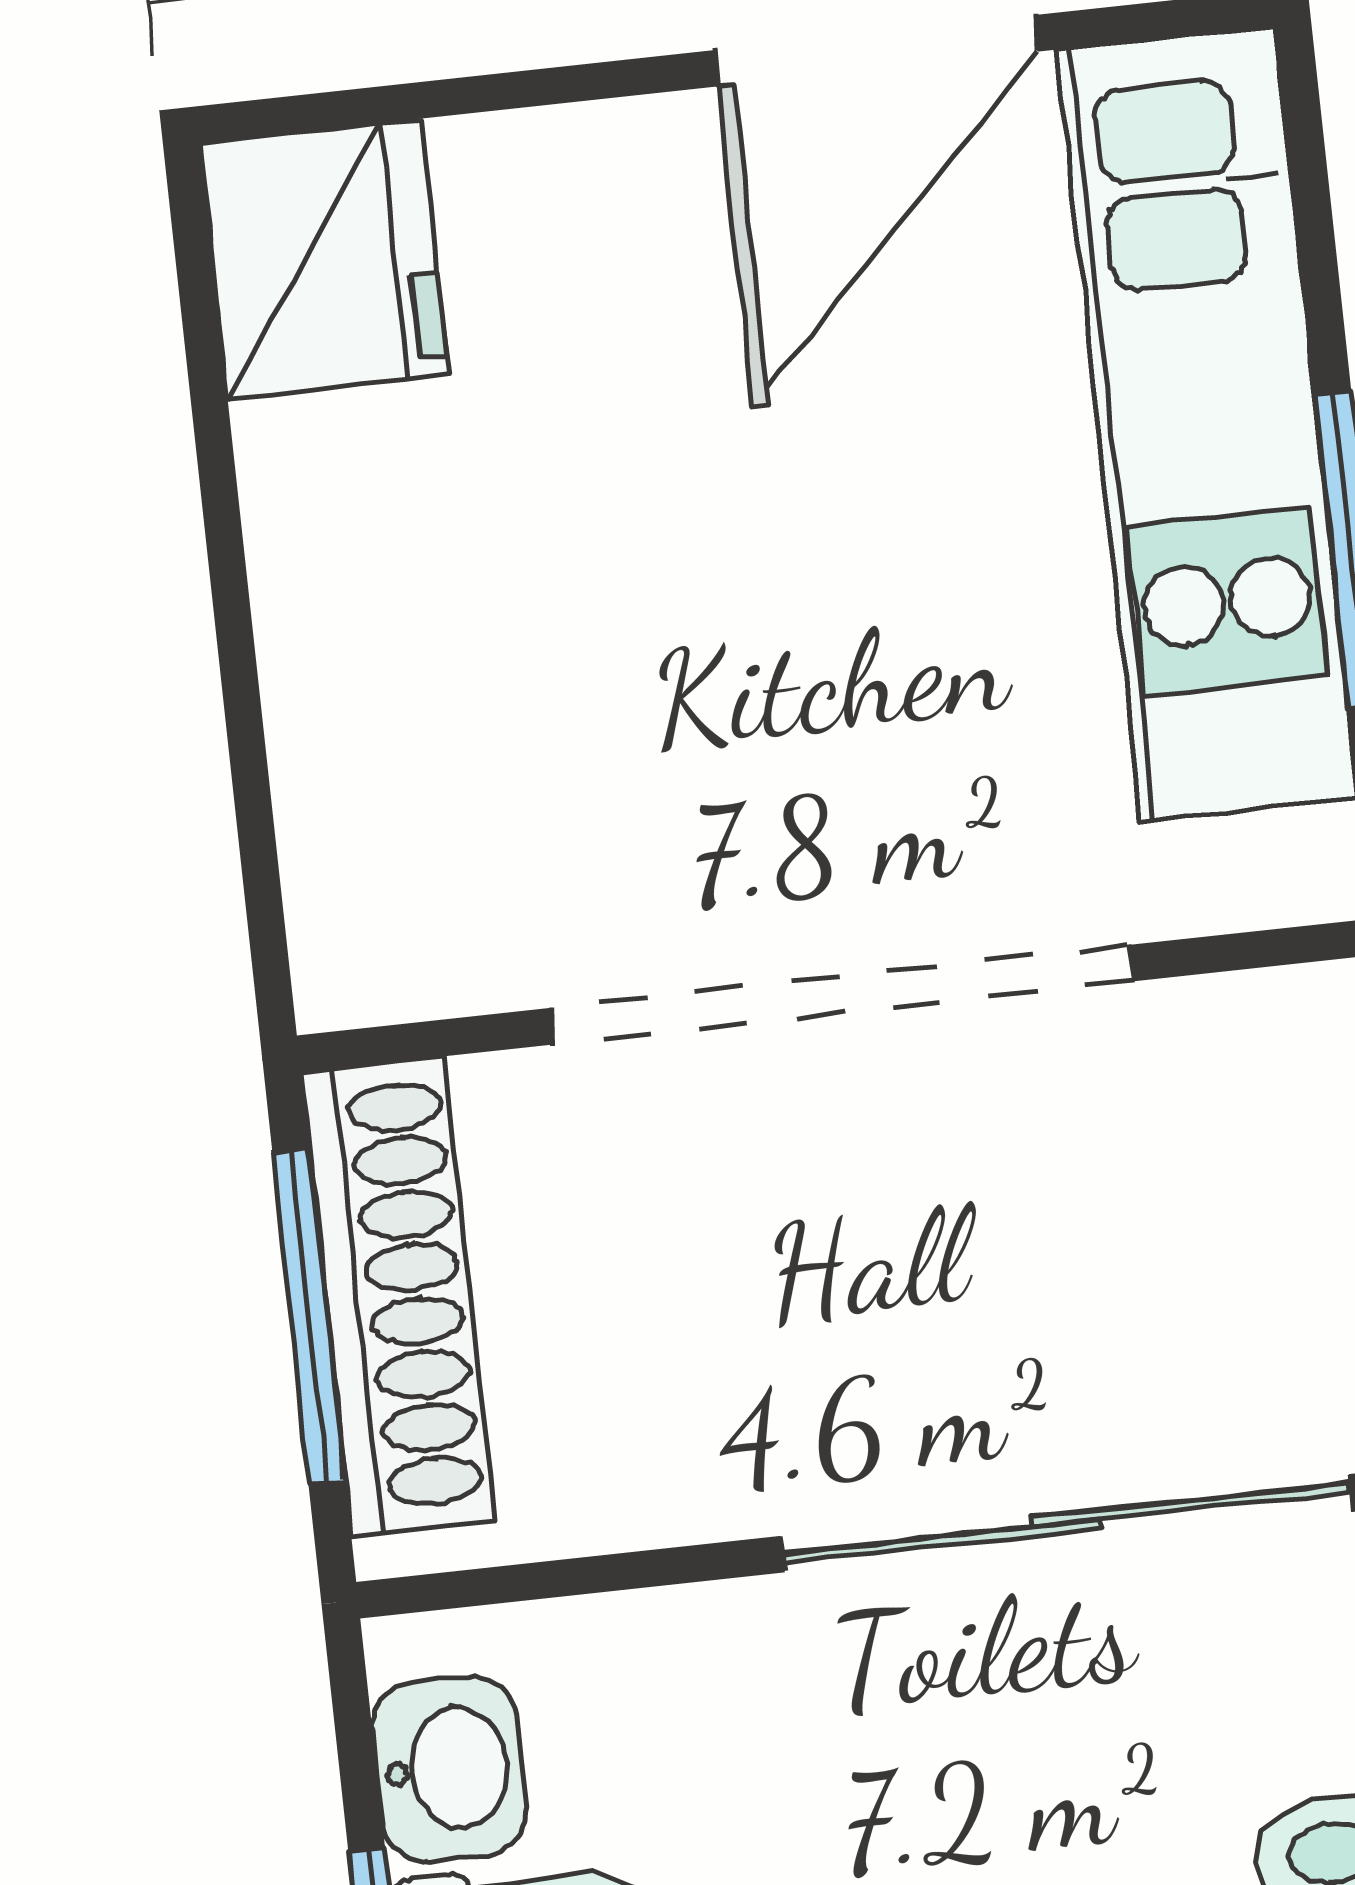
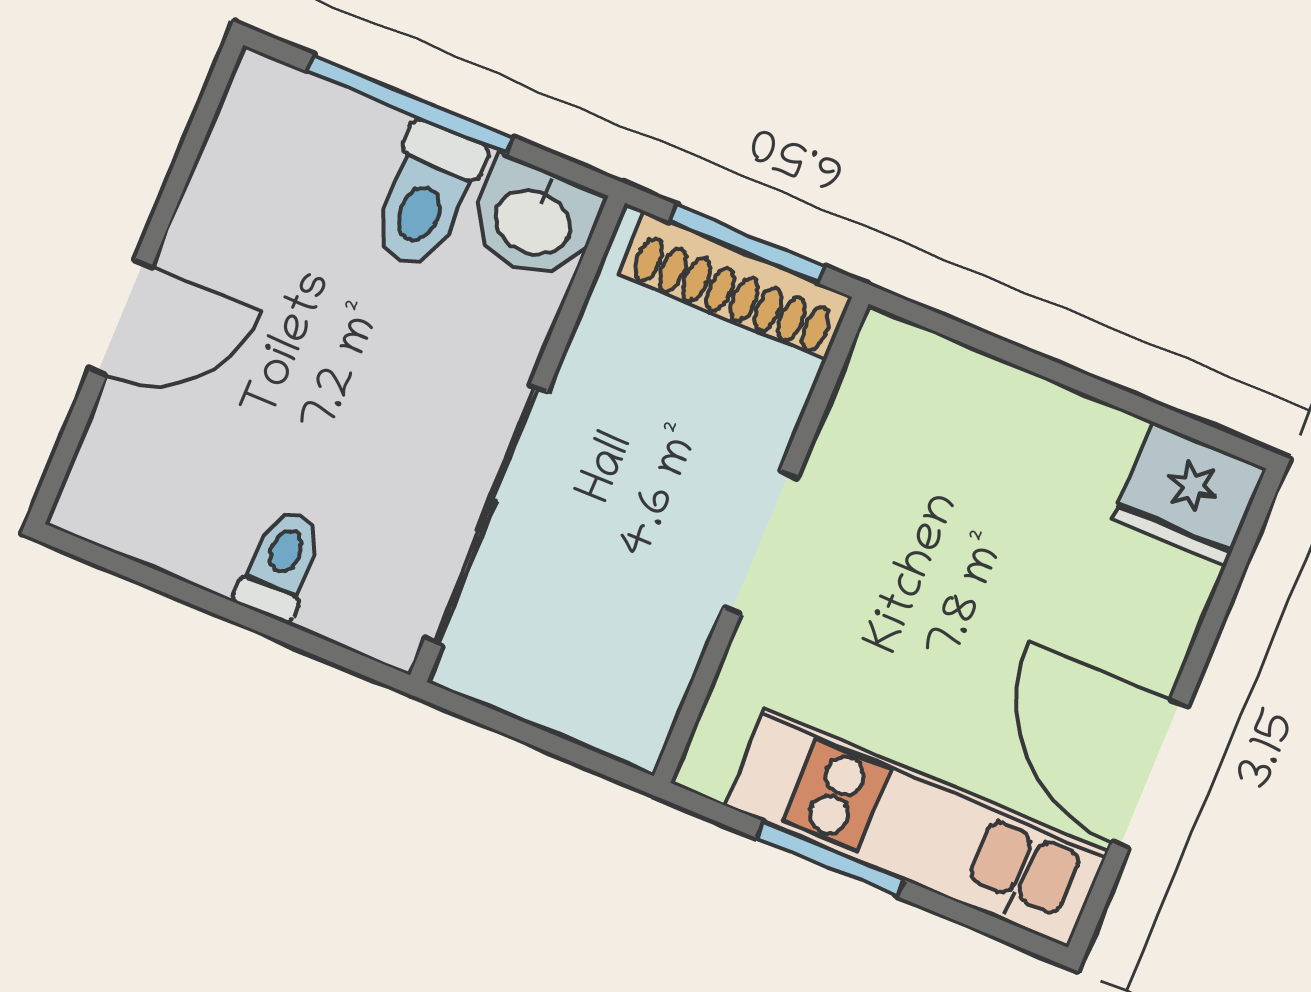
doorway: (842, 995) -> (760, 543), width x0.53
washbasin: (449, 1769) -> (534, 220), width x1.38, depth x1.45

